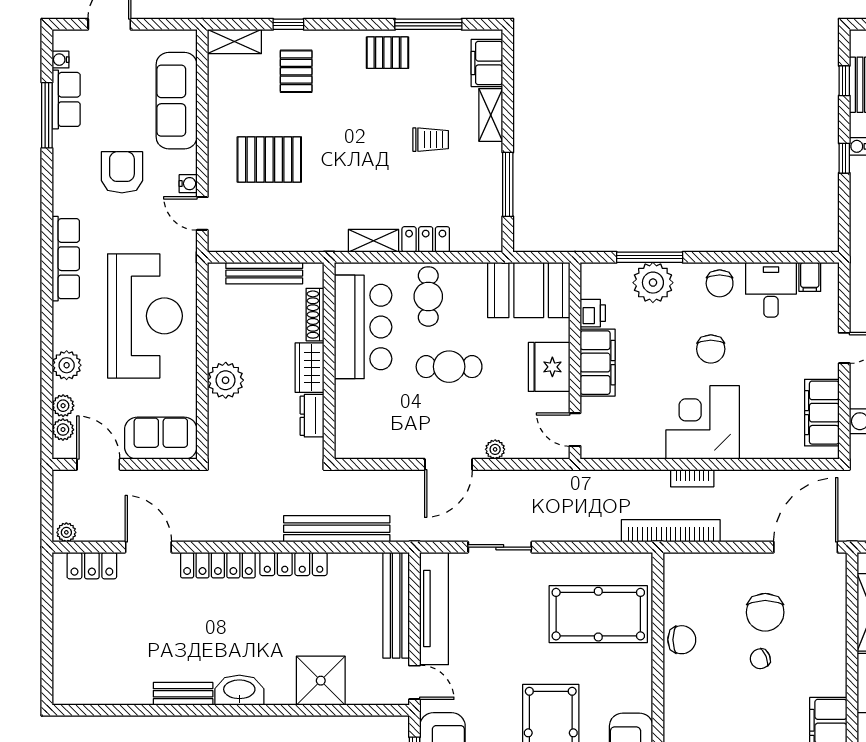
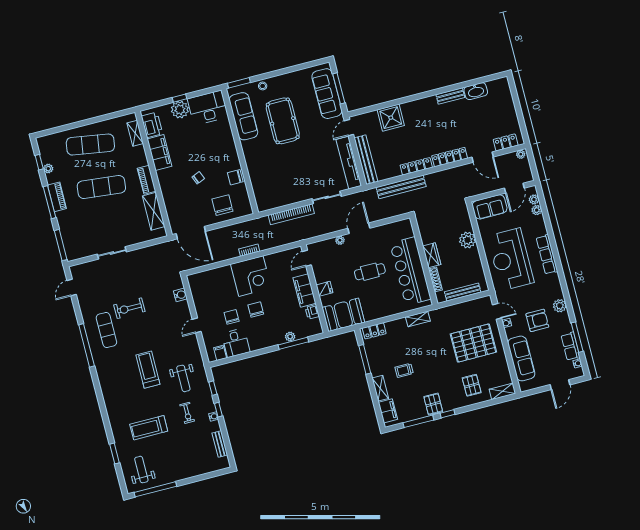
window: (288, 24) -> (447, 414), moved
pallet: (388, 53) -> (433, 404), turned 90
window: (844, 81) -> (213, 388), moved
pallet: (269, 160) -> (473, 343), width x1.37, depth x1.41
armchair: (122, 172) -> (537, 320), turned -90
locker: (426, 239) -> (374, 331), moved
row of seats: (66, 259) -> (547, 254), moved
plant: (653, 283) -> (290, 337), width x0.53, depth x0.53
chair: (720, 283) -> (232, 317), moved
cafe table: (428, 296) -> (387, 300), removed
bar counter: (363, 327) -> (410, 271), width x1.36
plant: (67, 365) -> (560, 306), moved
fridge: (549, 367) -> (324, 289), width x0.53, depth x0.75
filing cabinet: (822, 413) -> (199, 294), removed
dresser: (312, 416) -> (425, 234), removed
door: (575, 430) -> (307, 258), swing flipped
door: (98, 464) -> (514, 188), hinge flipped
bookcase: (671, 531) -> (291, 214), moved
door: (806, 547) -> (191, 233), hinge flipped
chair: (765, 612) -> (222, 205), moved
pool table: (598, 614) -> (275, 179), removed
door: (415, 682) -> (349, 128), hinge flipped
washbasin: (239, 690) -> (476, 91), moved

